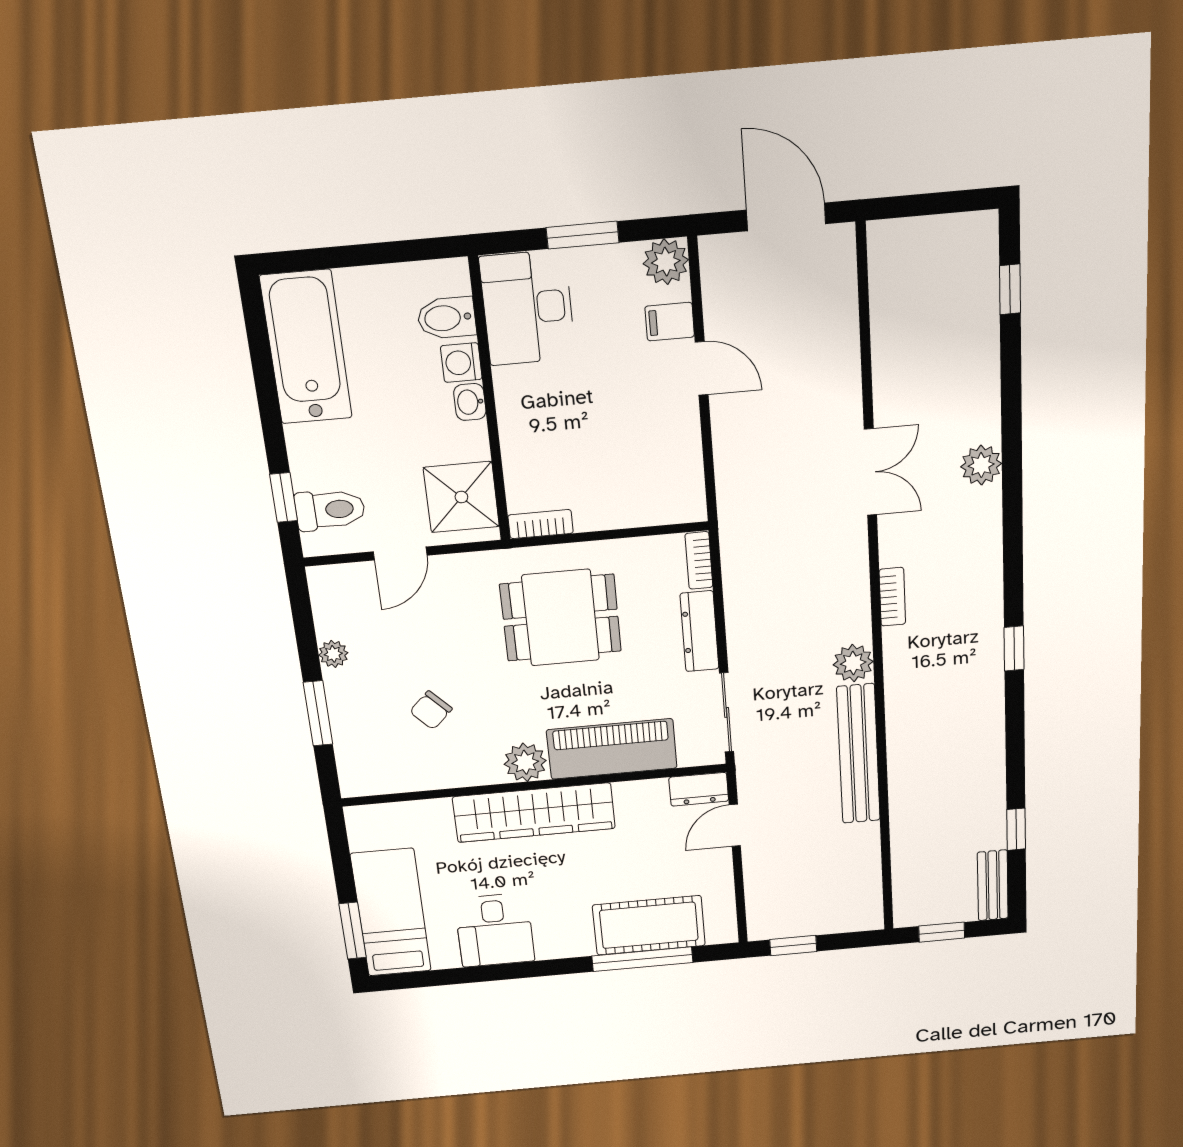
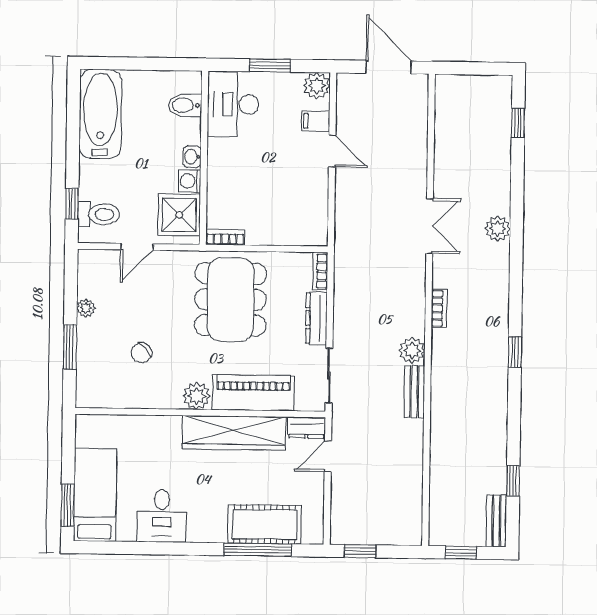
washing machine: (461, 363) -> (189, 181), moved
dining table: (561, 618) -> (231, 300), width x1.37
bench: (858, 754) -> (414, 392), width x0.54, depth x0.82
wardrobe: (534, 813) -> (234, 433), moved

